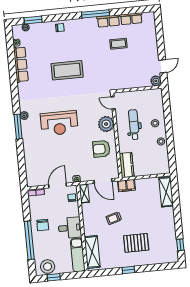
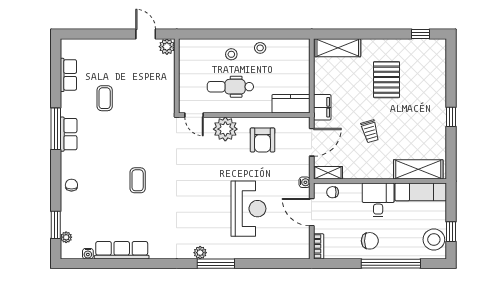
row of seats: (108, 21) -> (69, 134), moved
coffee table: (67, 70) -> (138, 180), width x0.54, depth x0.58
door: (113, 103) -> (194, 115), hinge flipped
reception desk: (59, 123) -> (248, 209), moved
pallet: (136, 243) -> (387, 80), moved

